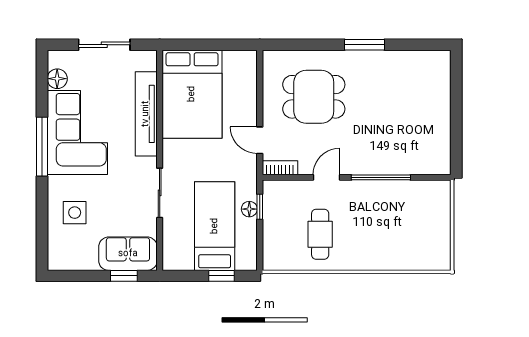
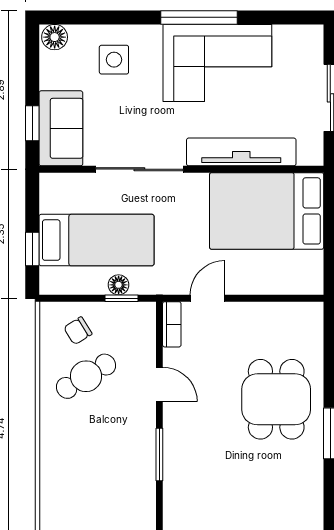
floor lamp: (57, 79) -> (55, 37), moved
dining table: (314, 97) -> (276, 399), moved
window: (381, 177) -> (159, 454), width x0.69
sliding door: (160, 193) -> (139, 169), width x1.37
cafe table: (320, 234) -> (86, 376), turned -31
chair: (285, 241) -> (78, 331), added

